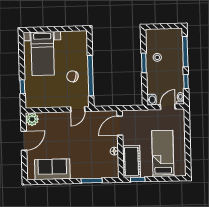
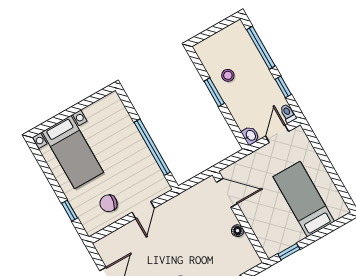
chair: (72, 76) -> (109, 203), moved
door: (78, 109) -> (143, 210), moved
plant: (32, 119) -> (106, 247), removed
door: (120, 126) -> (227, 193), swing flipped
cot: (132, 161) -> (268, 232), removed

